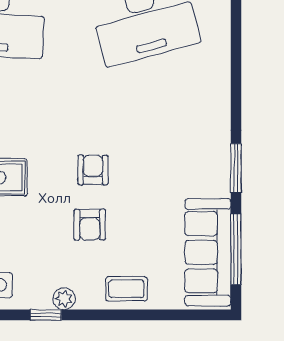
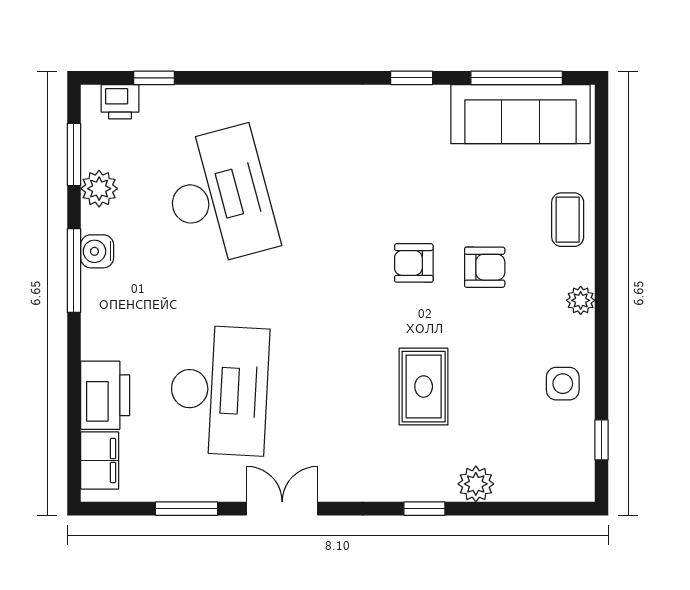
window: (236, 168) -> (412, 78), width x0.67
window: (46, 315) -> (601, 324), removed

